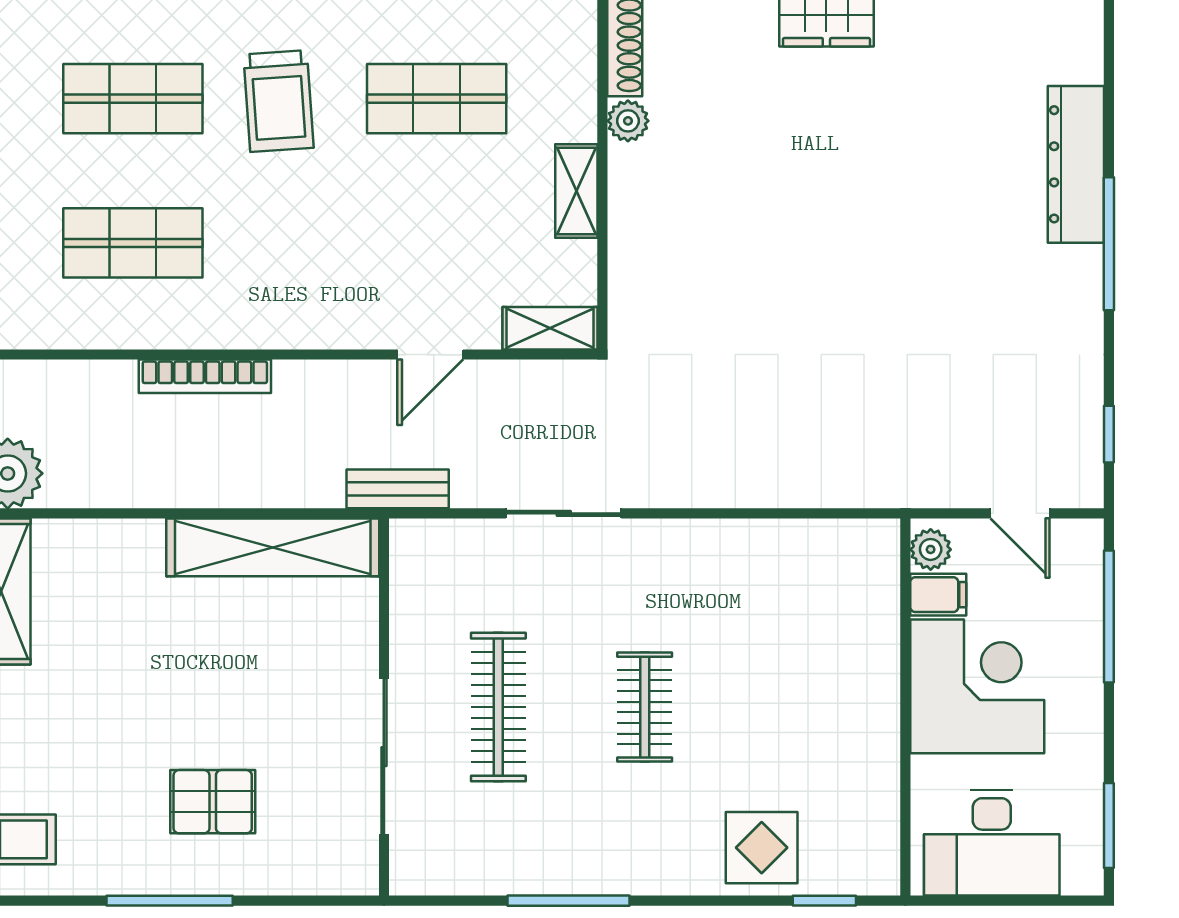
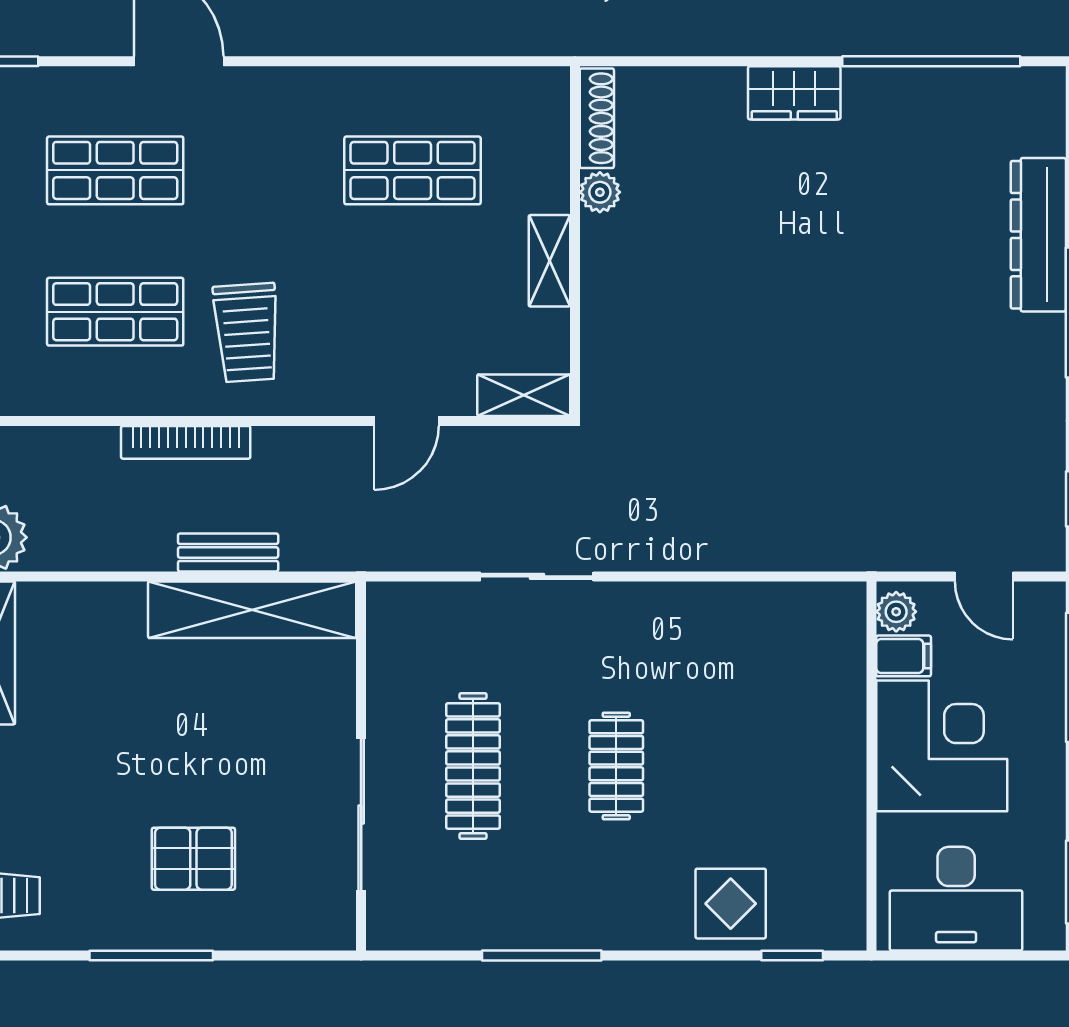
trolley: (278, 101) -> (247, 332), moved
bench: (398, 489) -> (228, 552), moved

